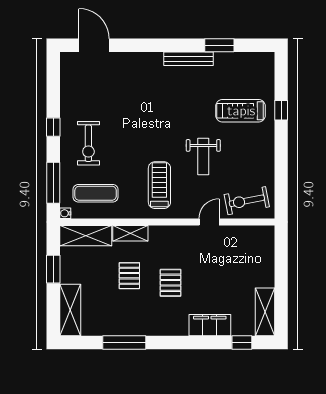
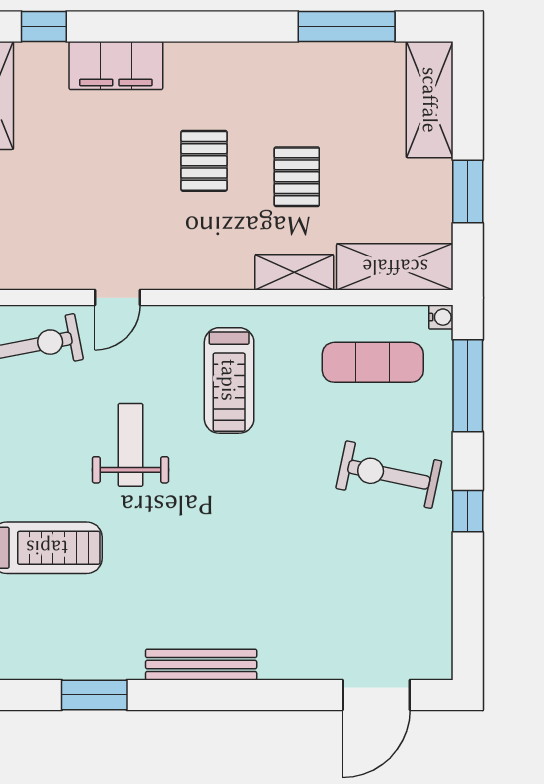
door: (94, 45) -> (376, 695), hinge flipped
bench: (189, 59) -> (201, 665), moved
exercise bike: (88, 143) -> (389, 475), turned -78
window: (124, 343) -> (347, 26), moved

